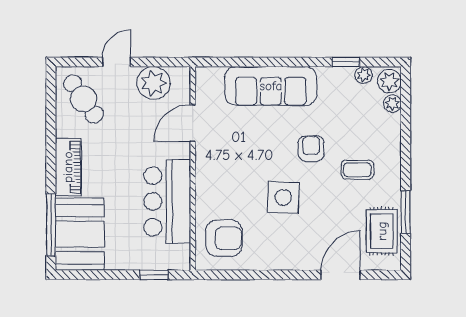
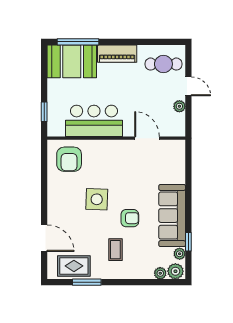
plant: (154, 83) -> (179, 106), width x0.53, depth x0.53
sofa: (271, 86) -> (172, 216), moved
cafe table: (83, 99) -> (163, 64), turned 35

